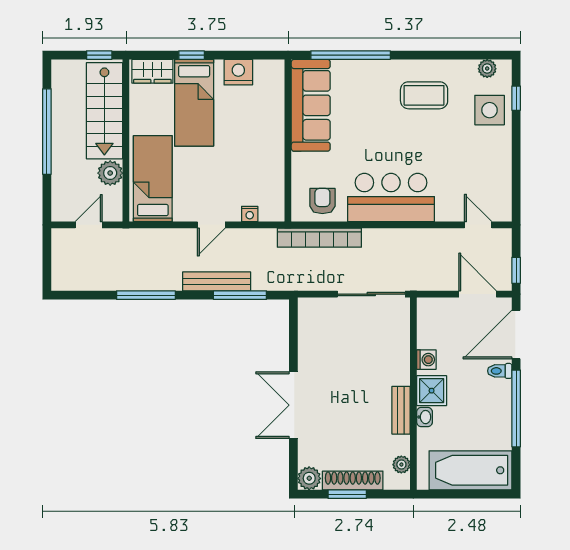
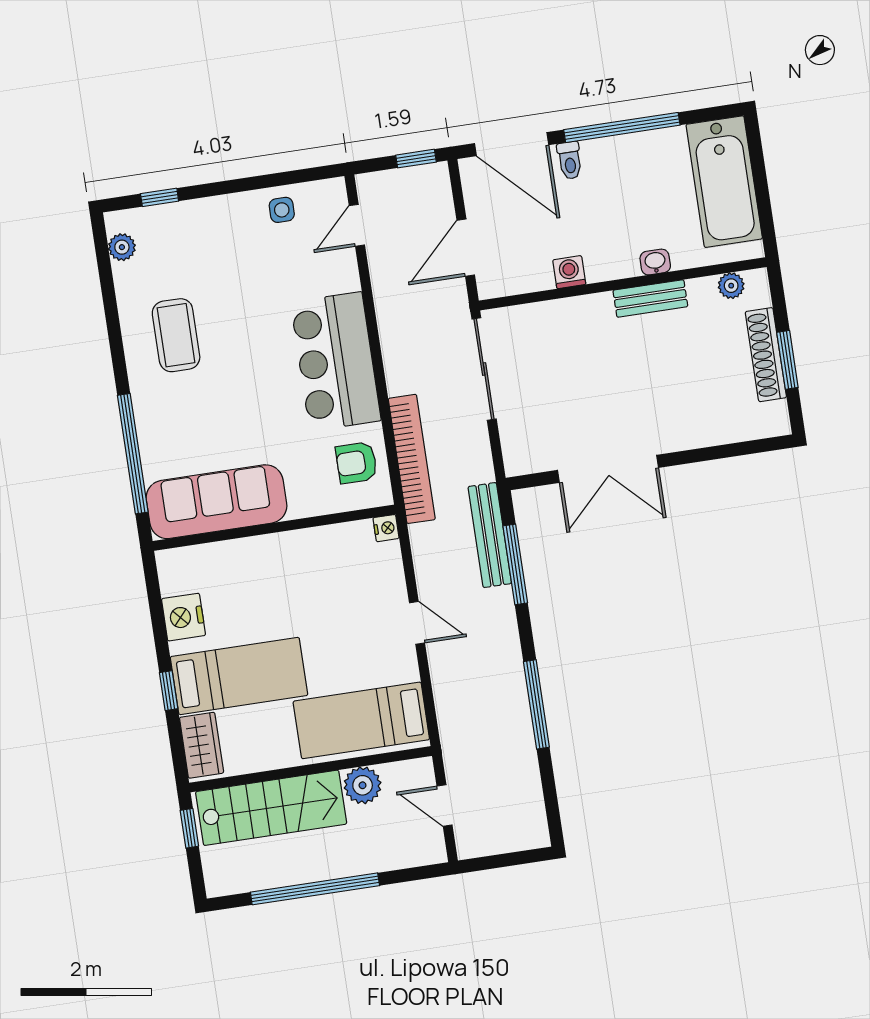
side table: (490, 110) -> (282, 210), moved, width x0.54, depth x0.54
nightstand: (250, 214) -> (386, 528), moved
bench: (217, 281) -> (490, 535), moved
door: (478, 294) -> (466, 248), moved
shower: (432, 391) -> (614, 257), removed
double door: (293, 405) -> (608, 469), moved
plant: (309, 478) -> (772, 420), removed

